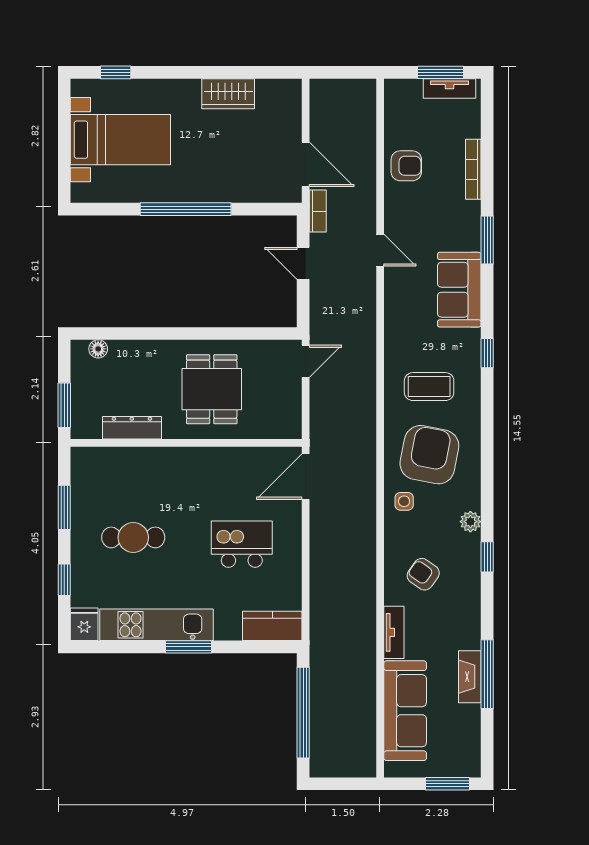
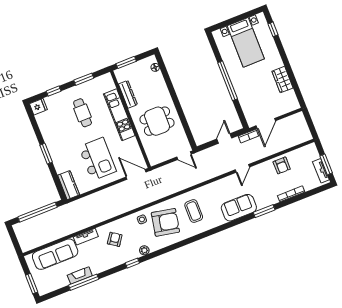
window: (487, 353) -> (217, 230), removed
kitchen island: (242, 544) -> (98, 159), width x1.37, depth x1.28
kitchen unit: (156, 625) -> (119, 115), moved, turned 180

